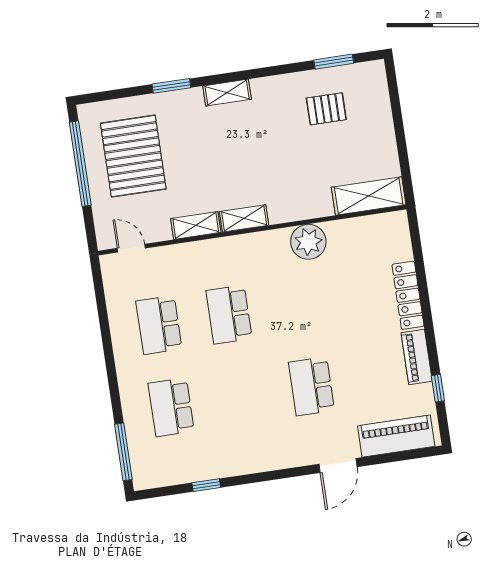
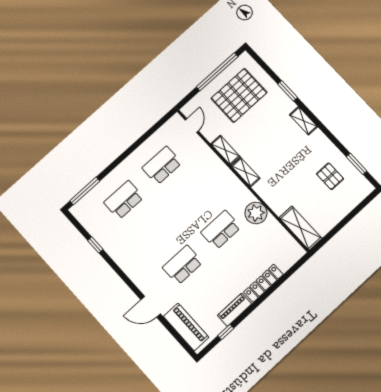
school desk: (229, 314) -> (221, 230), moved

